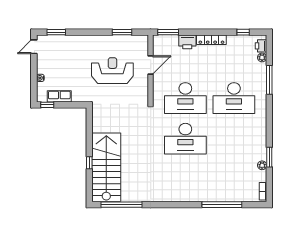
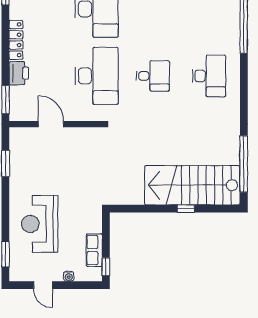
door: (34, 47) -> (43, 285), moved
reception desk: (112, 71) -> (40, 224), moved
desk: (185, 139) -> (153, 76), width x0.53, depth x0.77
desk: (185, 179) -> (209, 76), added

